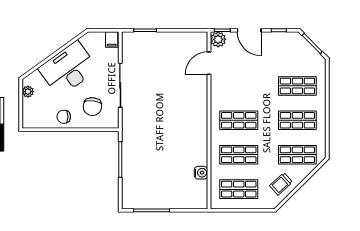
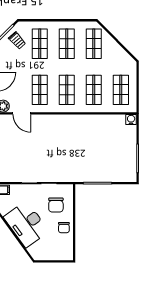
shop shelf: (239, 86) -> (40, 90), added
plant: (28, 92) -> (44, 256), removed
chair: (92, 107) -> (56, 205), turned 84
water cooler: (201, 173) -> (131, 120), moved
trolley: (281, 184) -> (17, 40), moved

